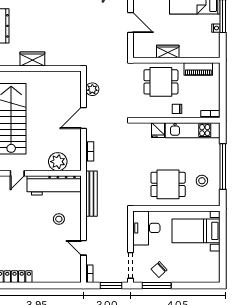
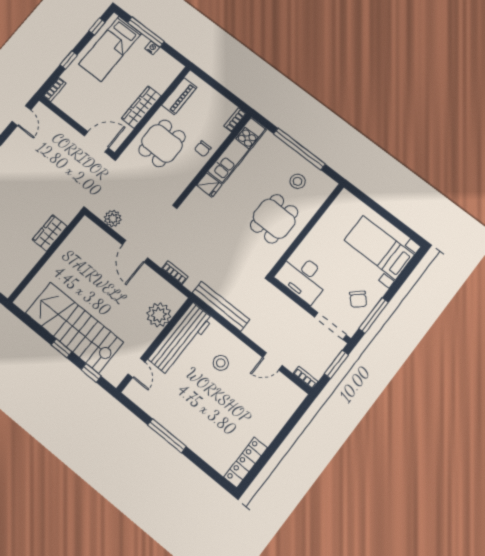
door: (130, 23) -> (96, 142), moved
wardrobe: (168, 51) -> (141, 107), width x1.50
wardrobe: (32, 59) -> (50, 233), moved
bed with nightstands: (196, 231) -> (379, 248), moved, turned 90

